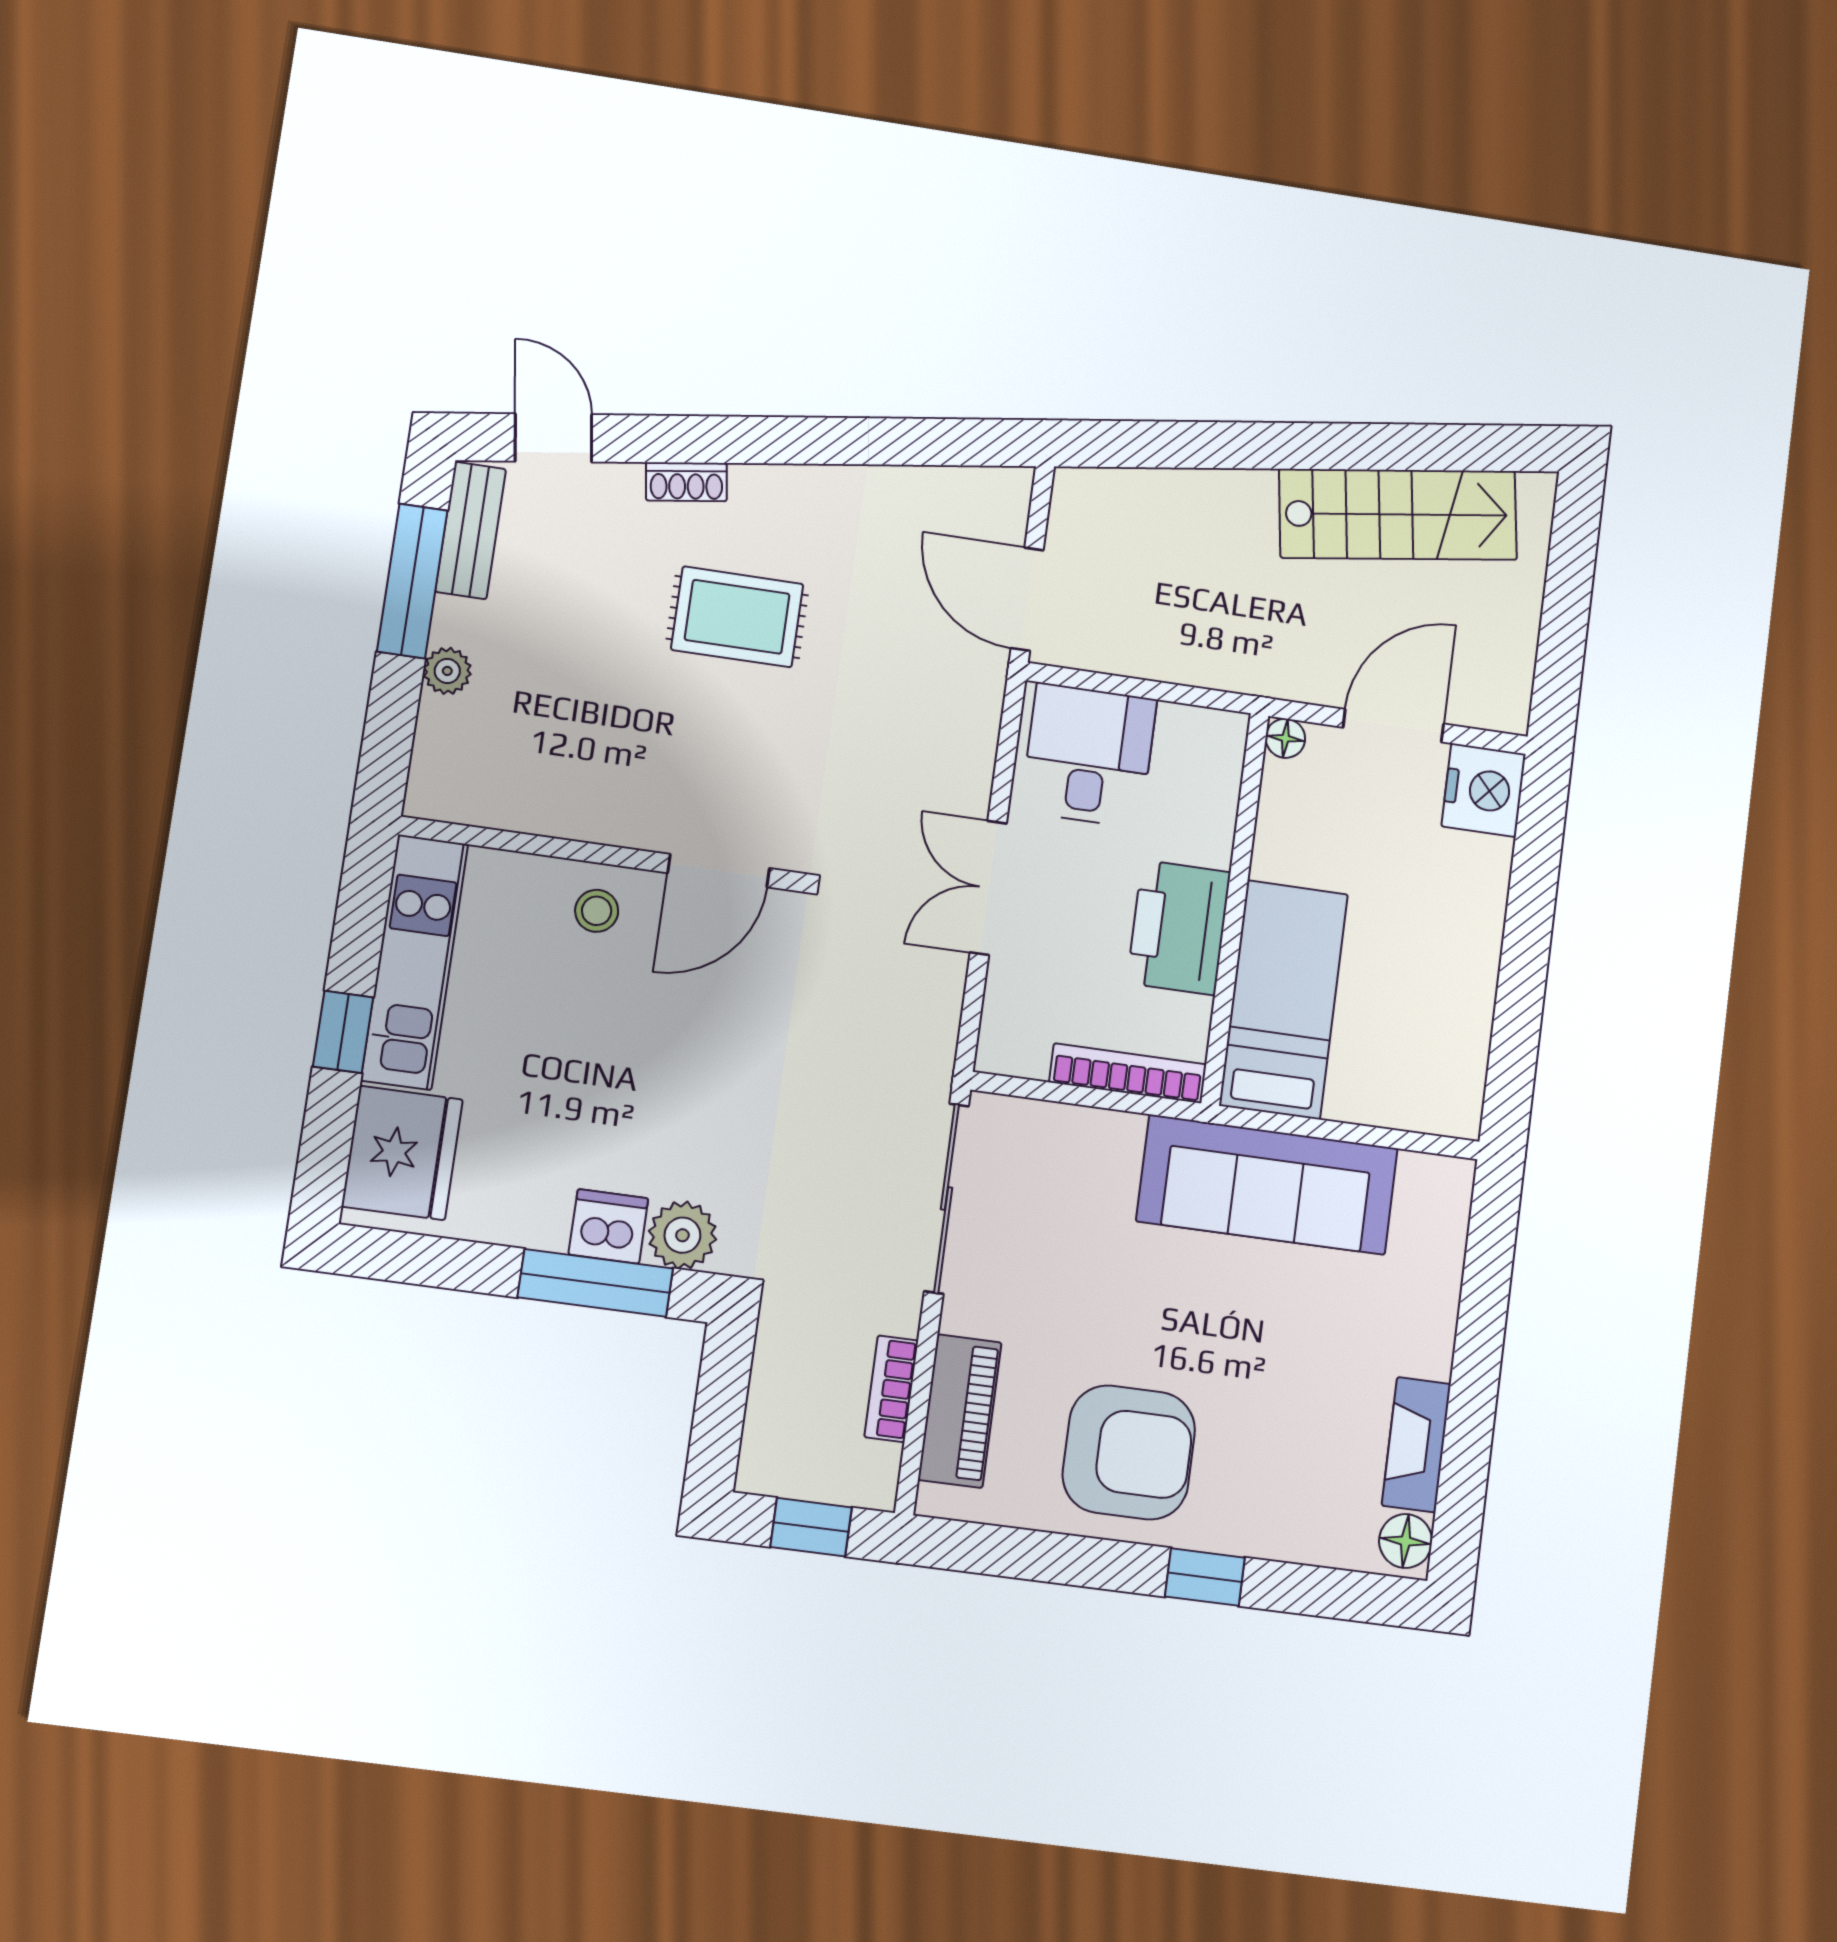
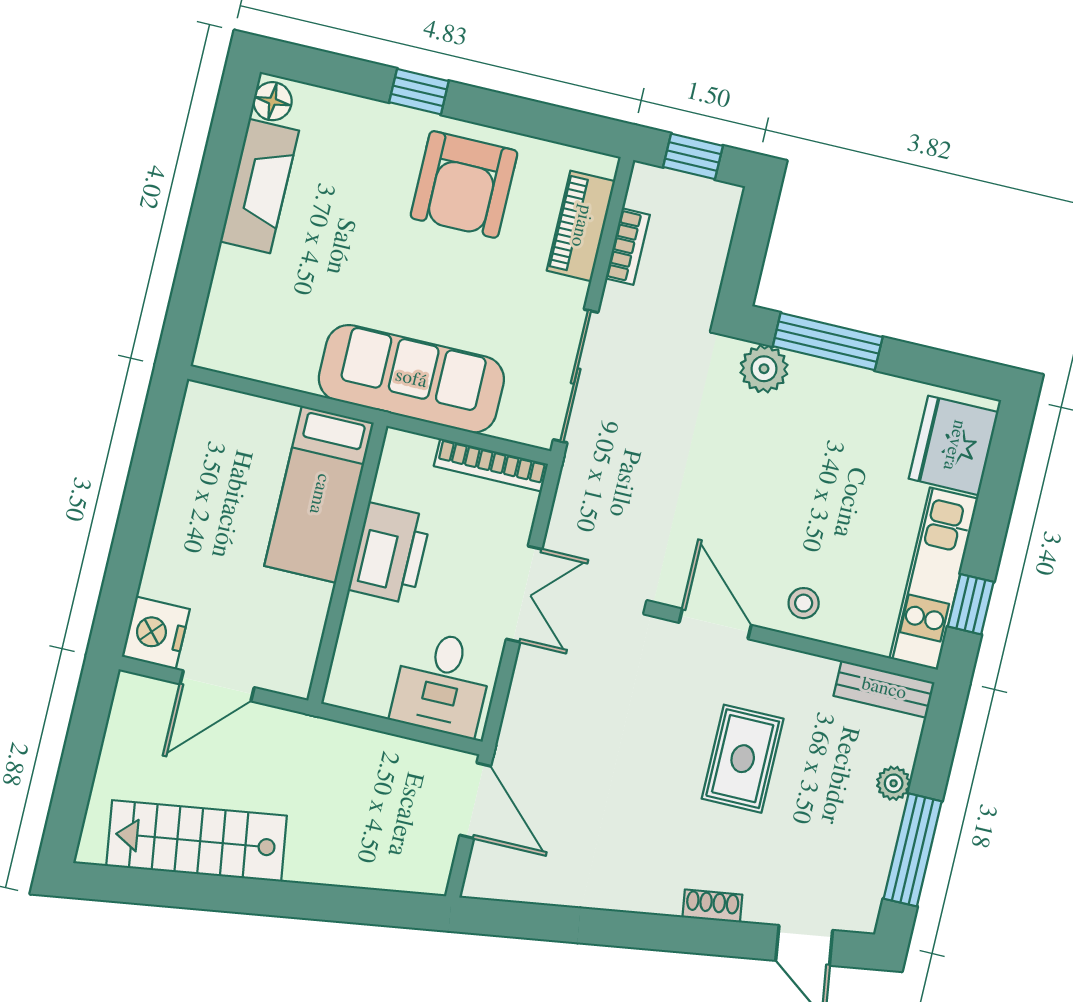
bench: (471, 530) -> (884, 689), moved, turned 90
rug: (737, 617) -> (743, 759), moved, turned 90
floor lamp: (1285, 738) -> (298, 683), removed
door: (719, 871) -> (715, 624), hinge flipped
window: (343, 1032) -> (971, 604), moved
bookcase: (1128, 1073) -> (491, 465), moved
sofa: (1267, 1185) -> (411, 379), moved
dishwasher: (608, 1226) -> (815, 380), removed
fireplace: (1416, 1445) -> (259, 186), width x1.37, depth x1.32
armchair: (1129, 1452) -> (464, 184), turned -90

